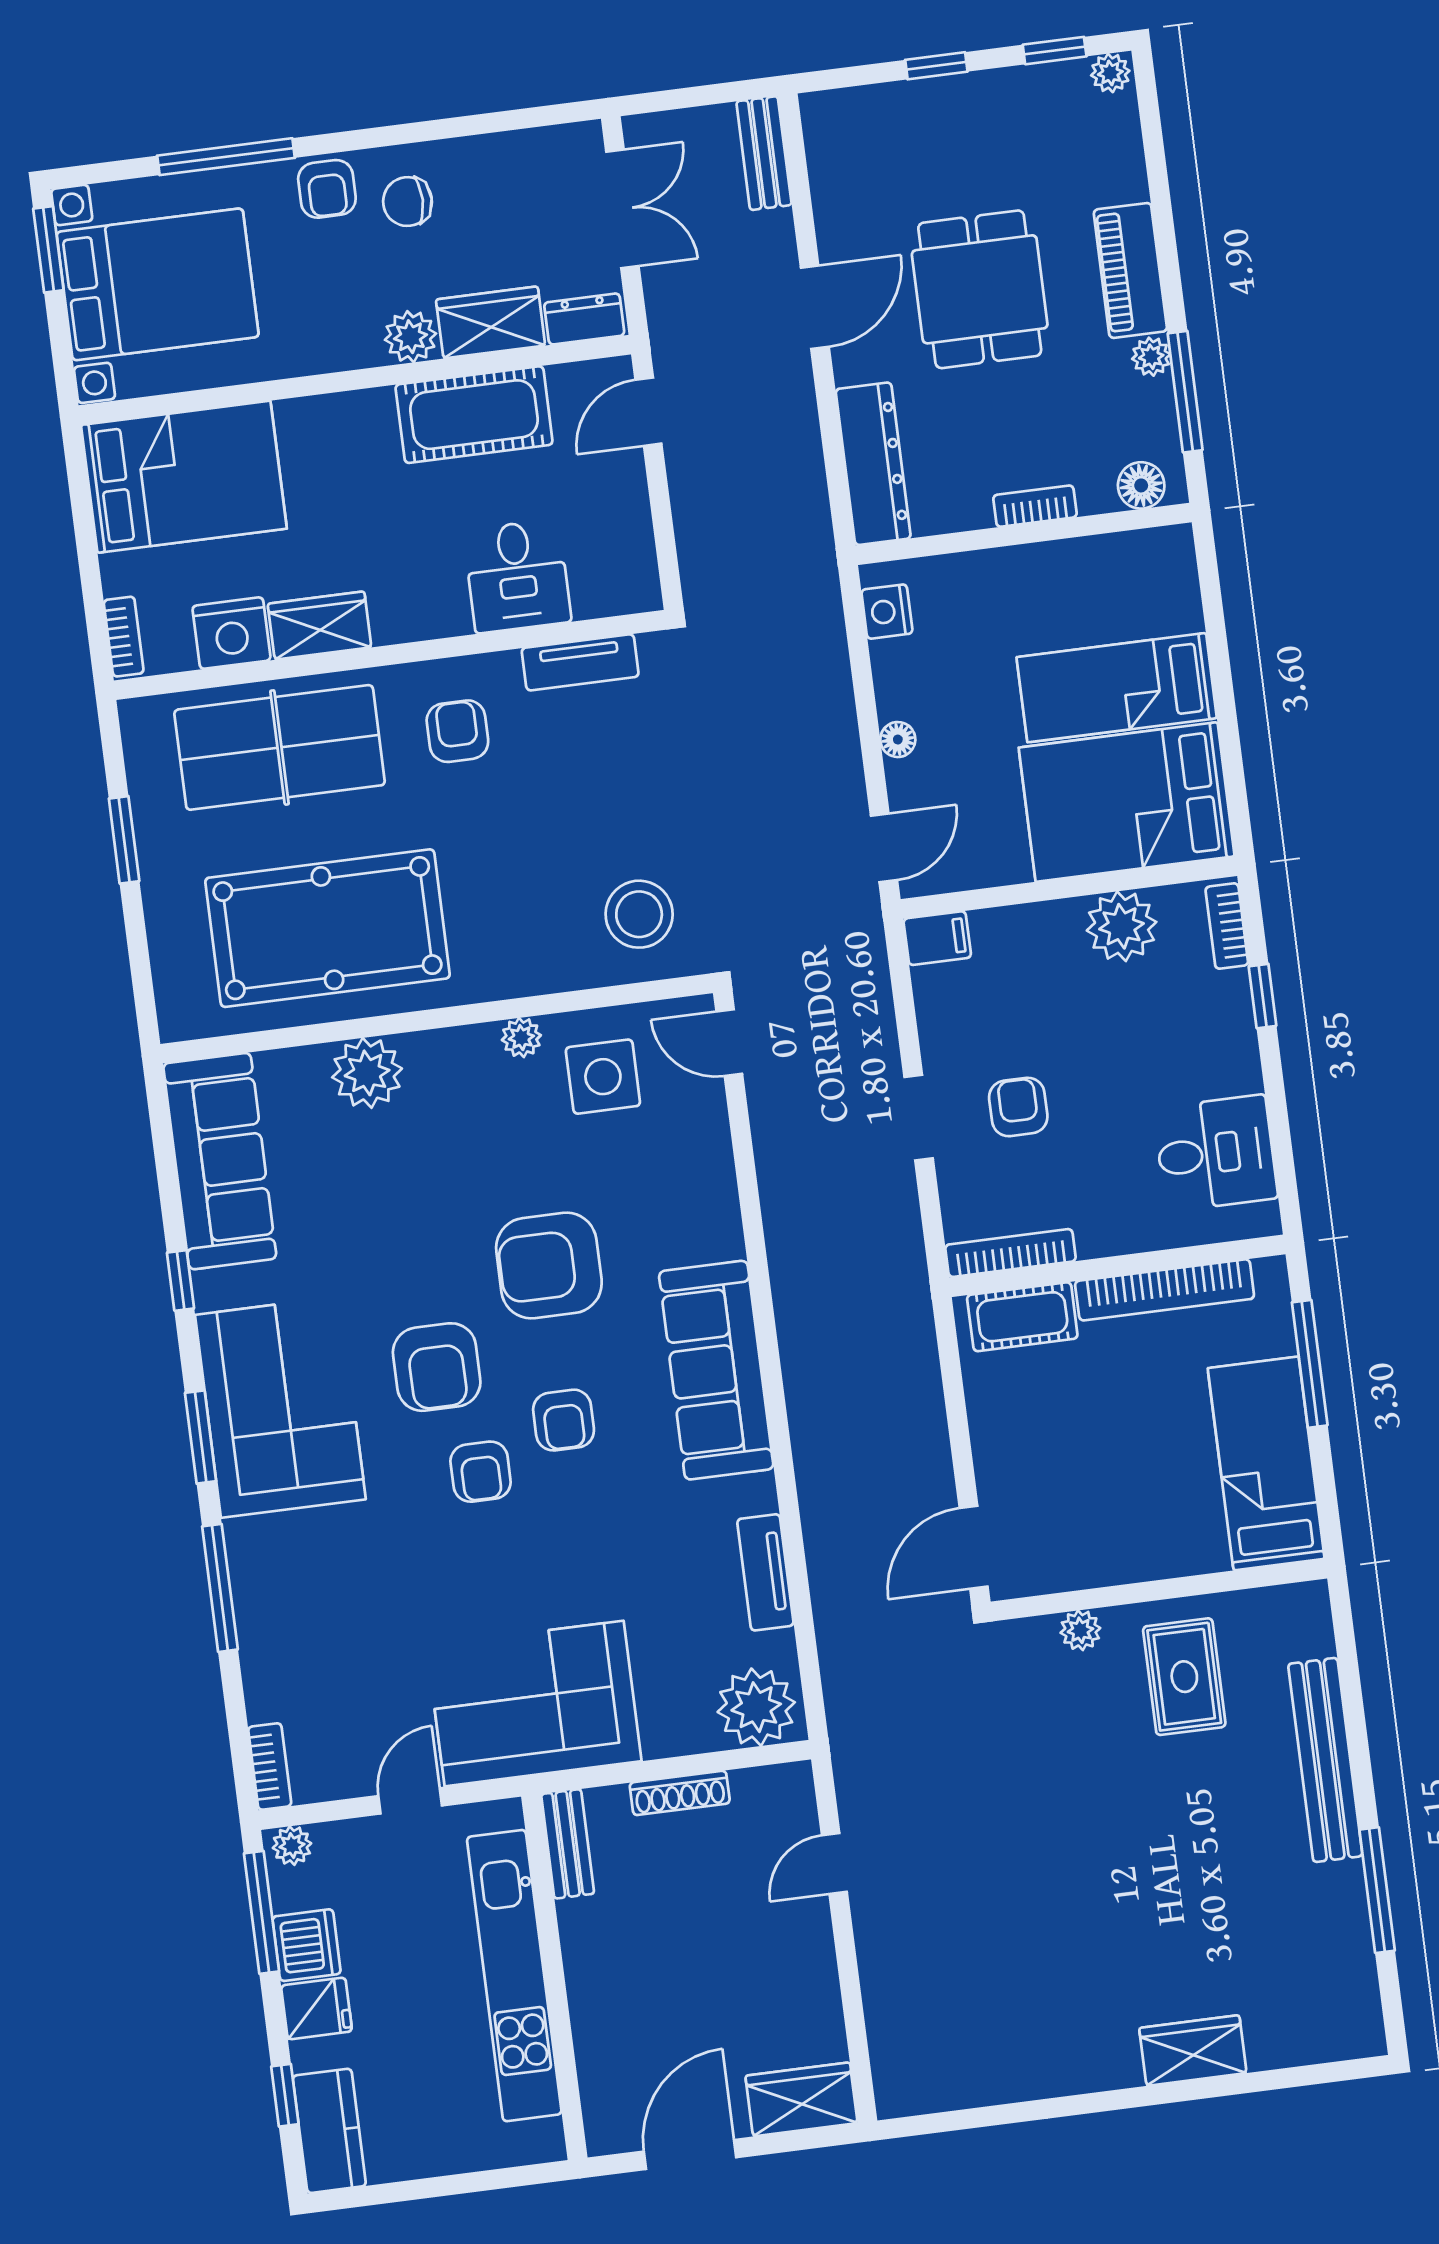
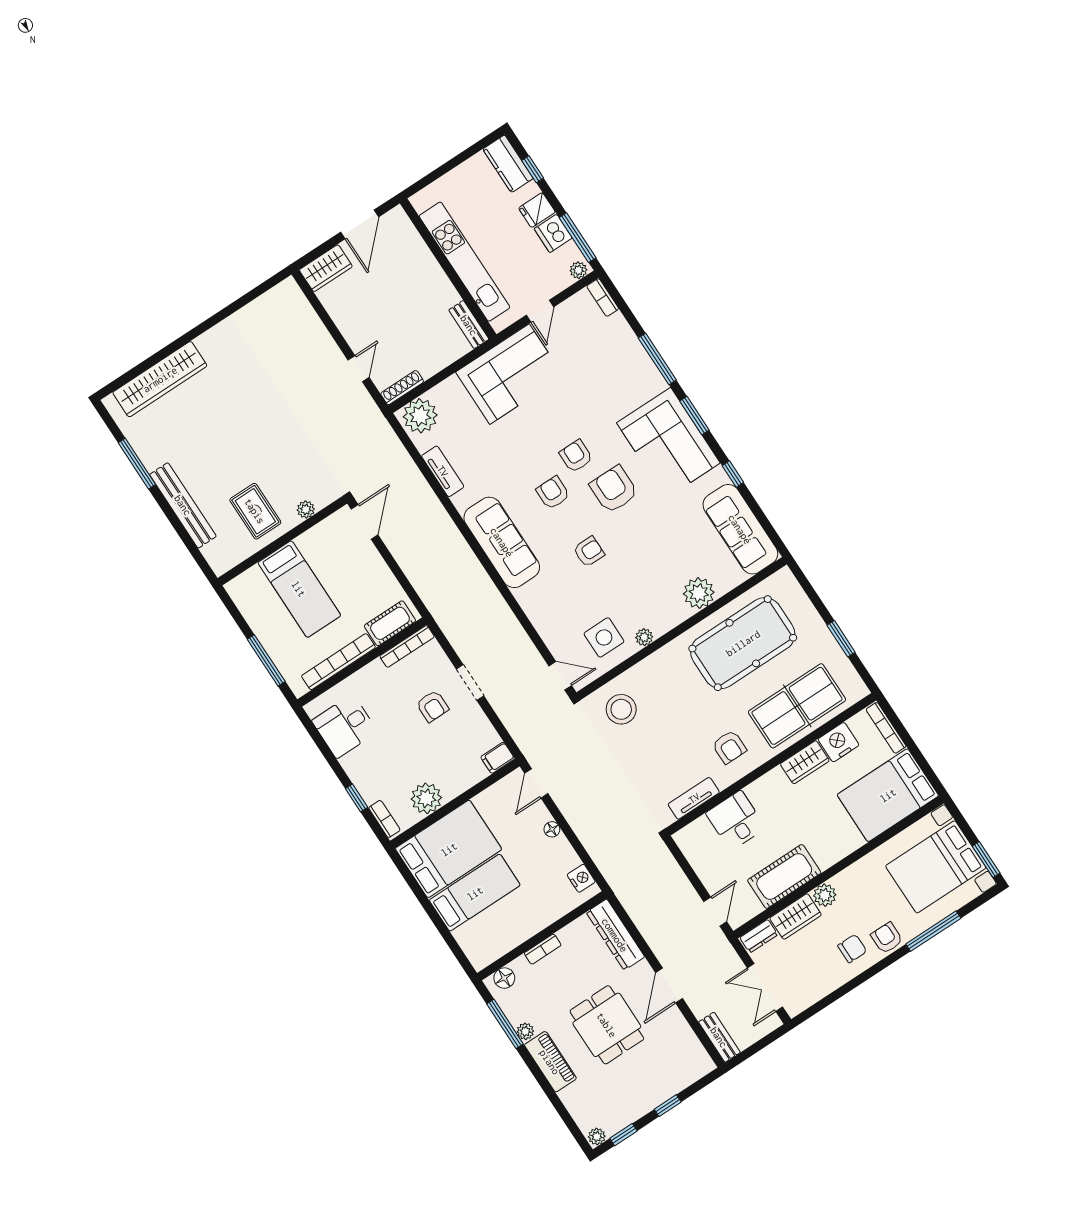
bookcase: (124, 637) -> (886, 728), width x1.56
armchair: (549, 1266) -> (589, 552), width x0.53, depth x0.53
bed: (1266, 1463) -> (299, 589), moved
shoe rack: (680, 1793) -> (402, 388), moved
wardrobe: (1193, 2051) -> (160, 379), width x2.10, depth x1.17

